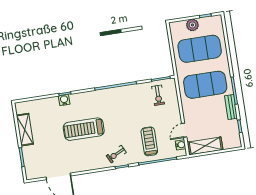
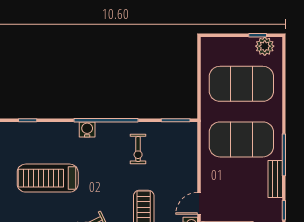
plant: (192, 25) -> (265, 46), moved
exercise bike: (158, 95) -> (138, 149), moved
water cooler: (64, 100) -> (87, 129), moved

